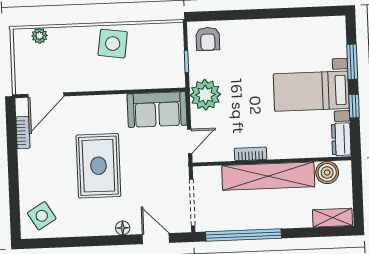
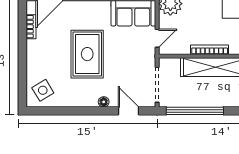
bookcase: (251, 154) -> (210, 50), width x1.56

